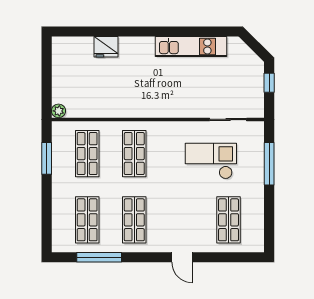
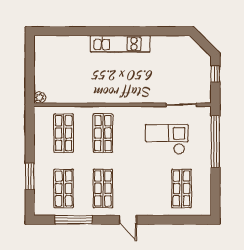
fridge: (106, 47) -> (79, 44), removed
kitchen unit: (191, 47) -> (120, 44), moved
window: (47, 158) -> (30, 176), moved
window: (269, 164) -> (215, 142), width x1.46
door: (182, 257) -> (128, 220), moved

